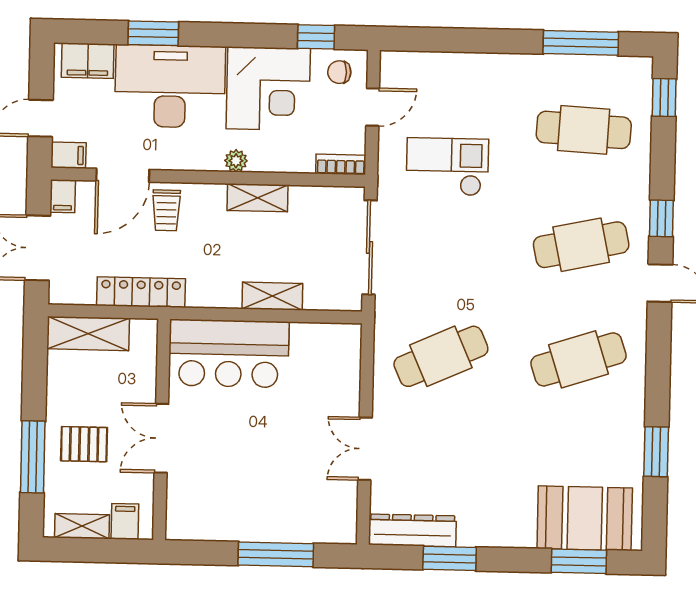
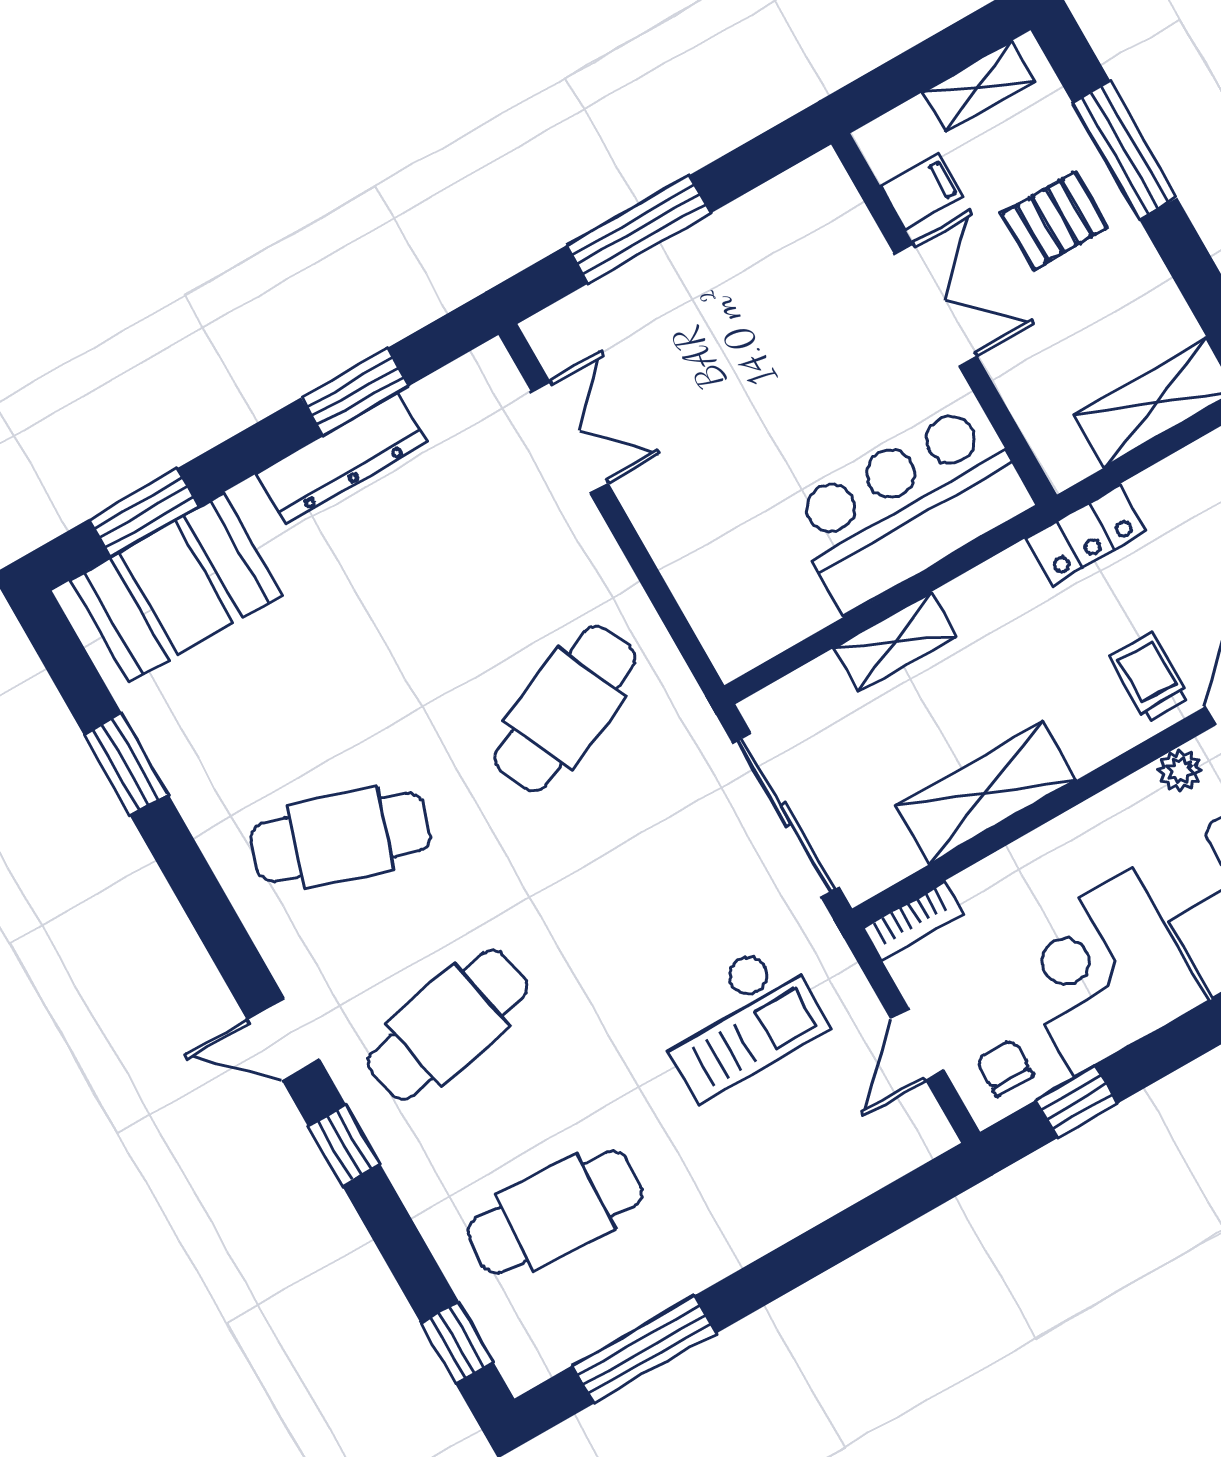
chair: (339, 72) -> (1005, 1068), turned -90
plant: (236, 161) -> (1180, 770), moved
shelving: (258, 198) -> (986, 793), width x1.50, depth x1.33
locker: (141, 292) -> (1086, 535), width x0.66
cafe table: (578, 359) -> (340, 837), turned 36
double door: (365, 449) -> (570, 437), moved
filing cabinet: (125, 521) -> (922, 191), moved, turned -90
dresser: (412, 530) -> (342, 458), moved

